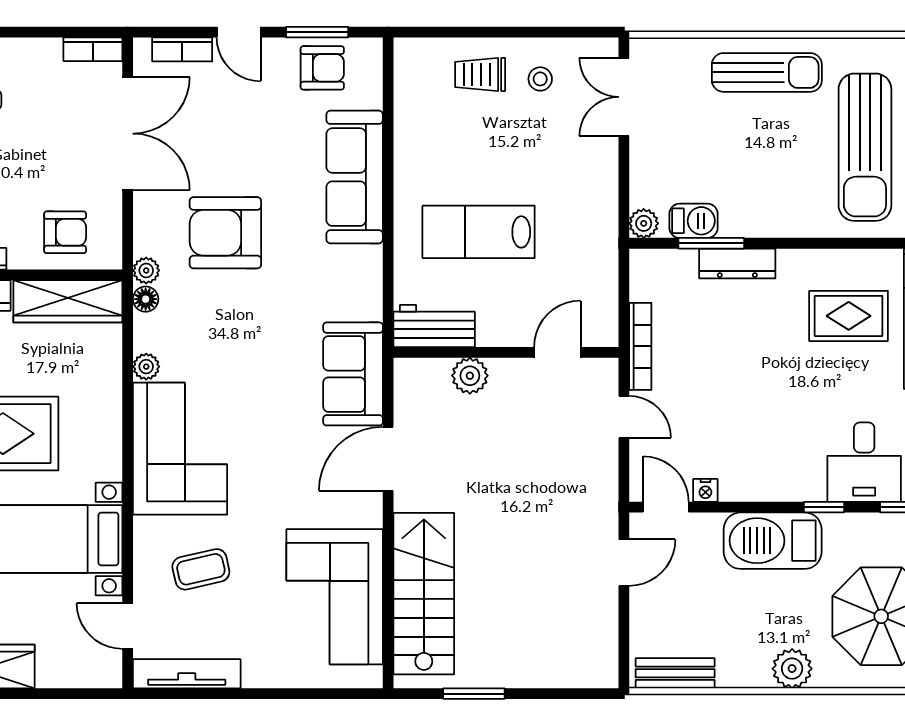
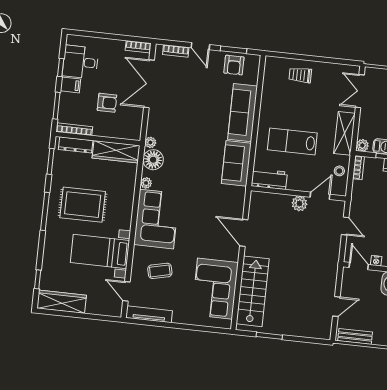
armchair: (322, 68) -> (234, 65), turned 90
stool: (540, 79) -> (339, 171), moved
double door: (128, 134) -> (149, 84), swing flipped
shelving: (599, 200) -> (344, 133), added
armchair: (65, 232) -> (107, 103), moved
armchair: (225, 233) -> (186, 130), removed
floor lamp: (146, 299) -> (153, 160), width x1.89, depth x1.89
bookcase: (640, 346) -> (358, 168), moved, width x0.64
sofa: (353, 374) -> (236, 163), moved
plant: (470, 376) -> (299, 203), moved
door: (388, 459) -> (244, 233), hinge flipped
door: (624, 563) -> (336, 306), moved

